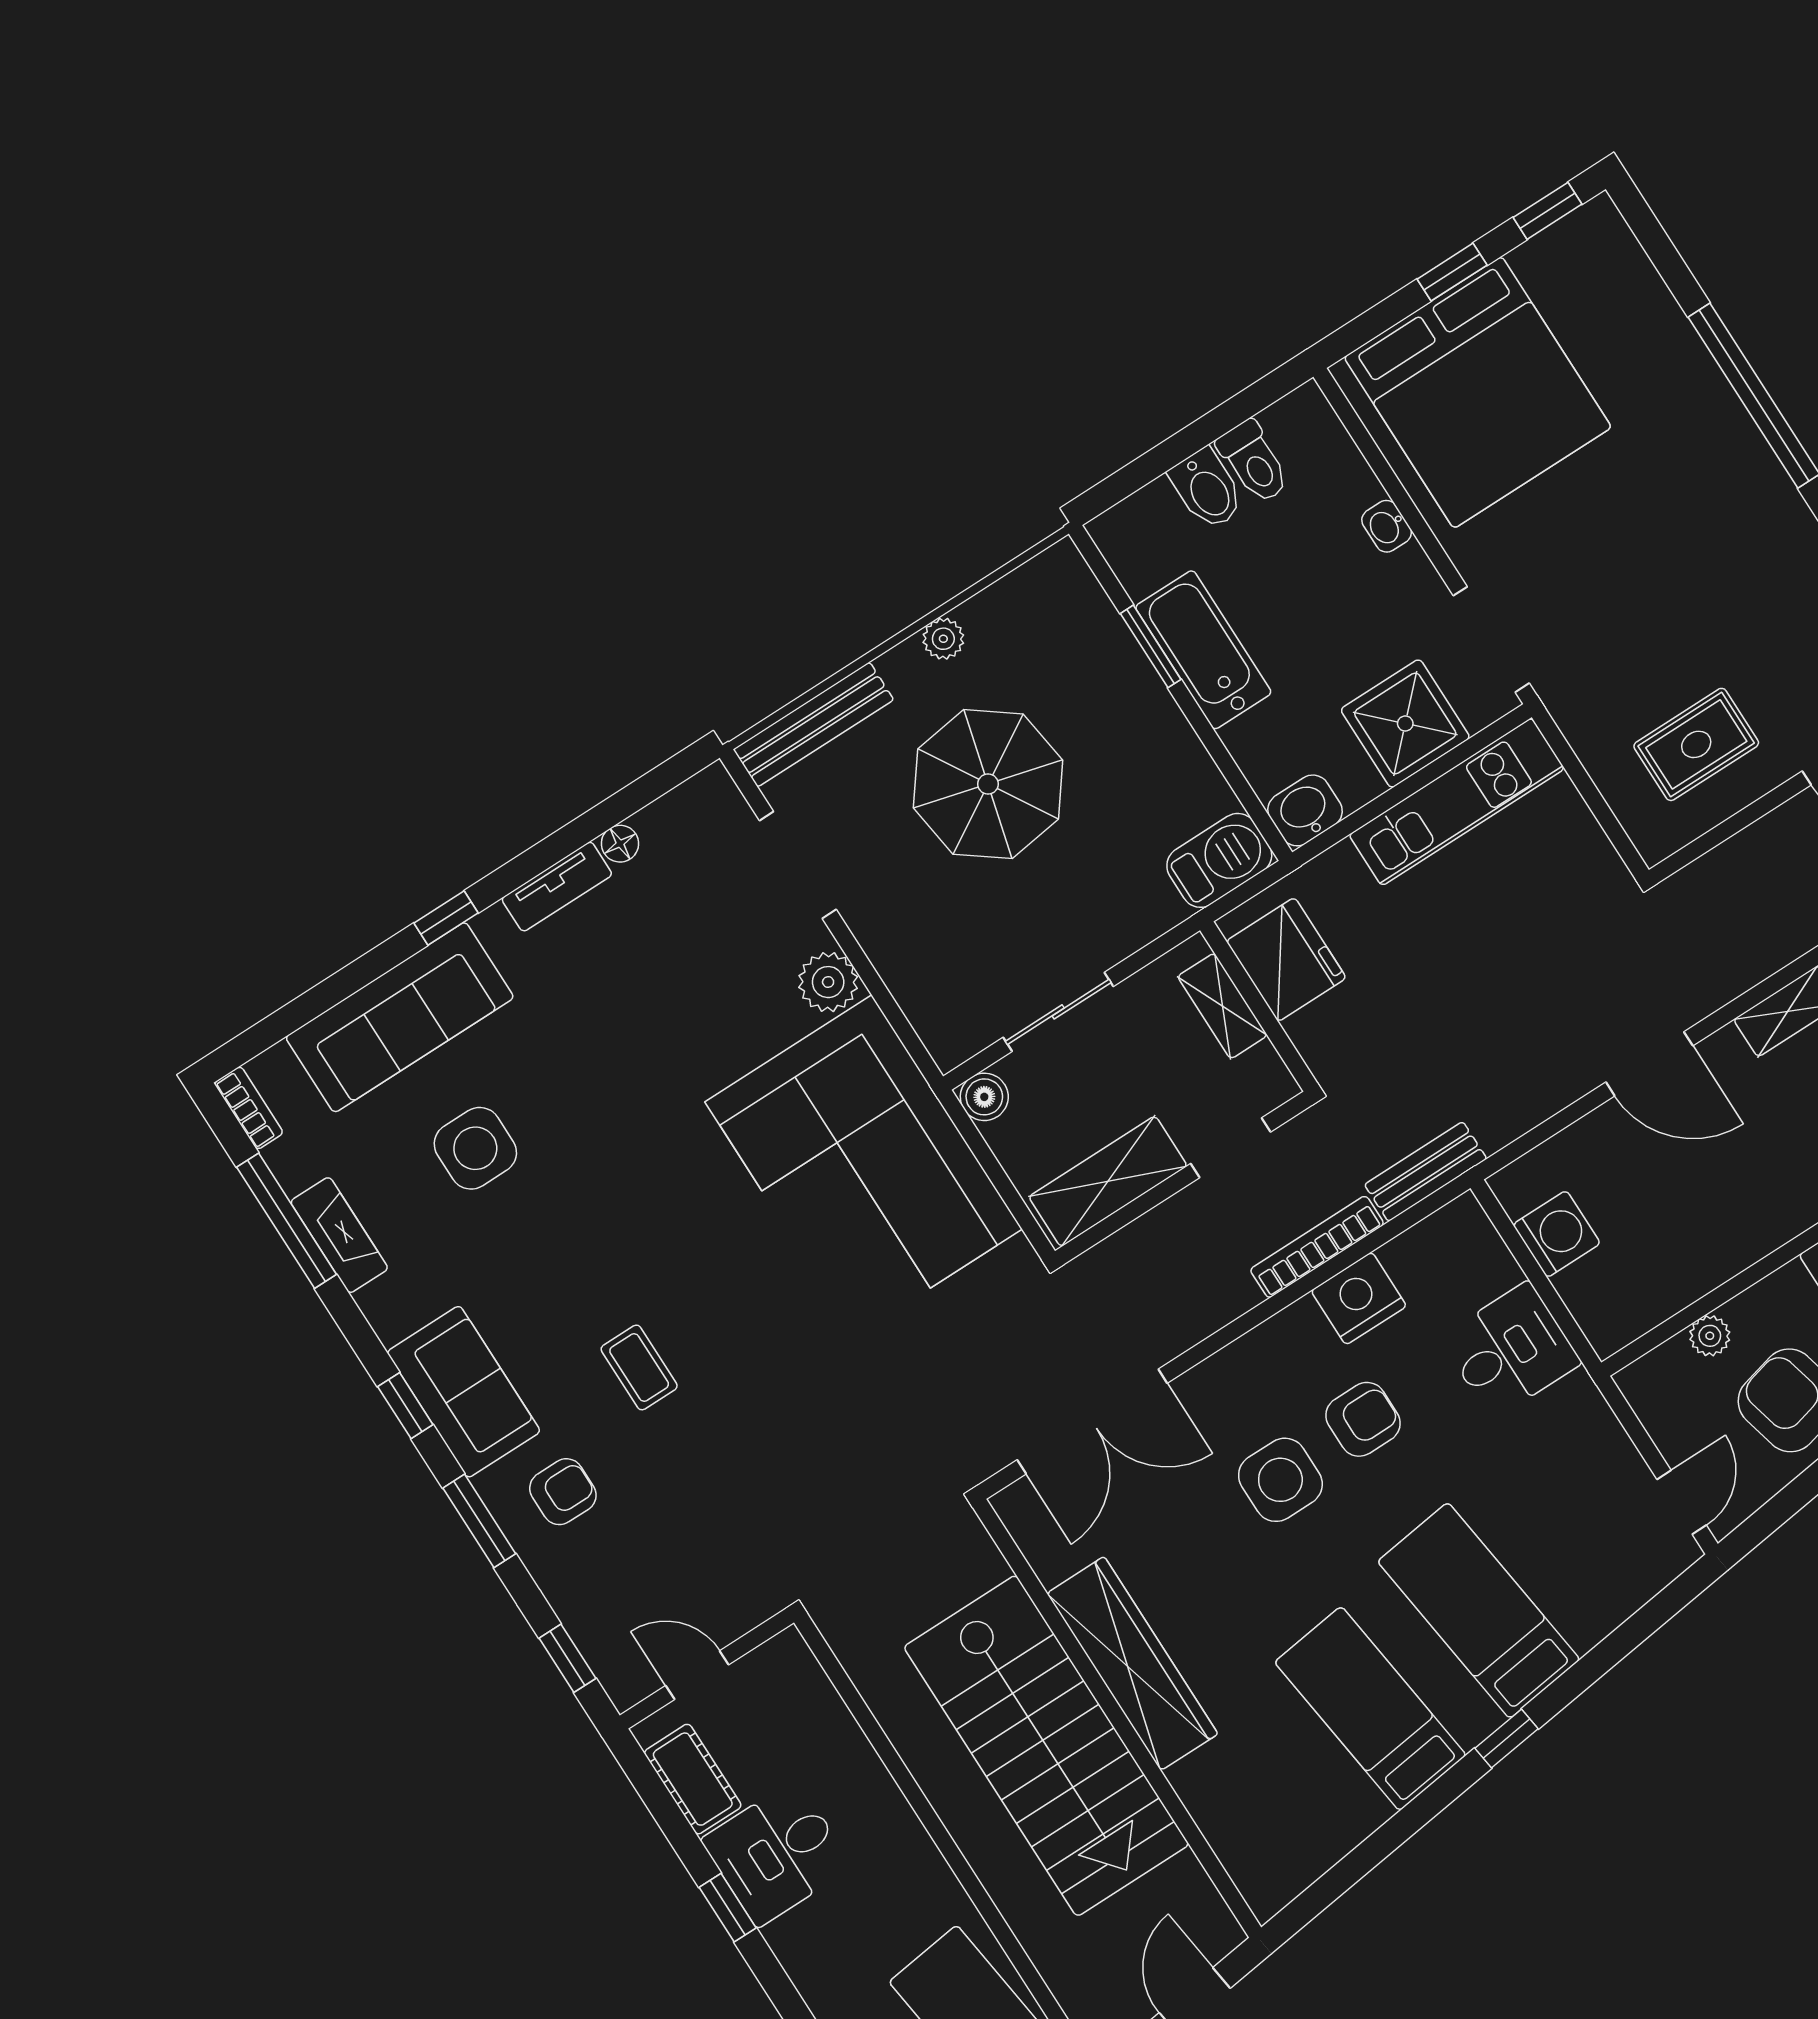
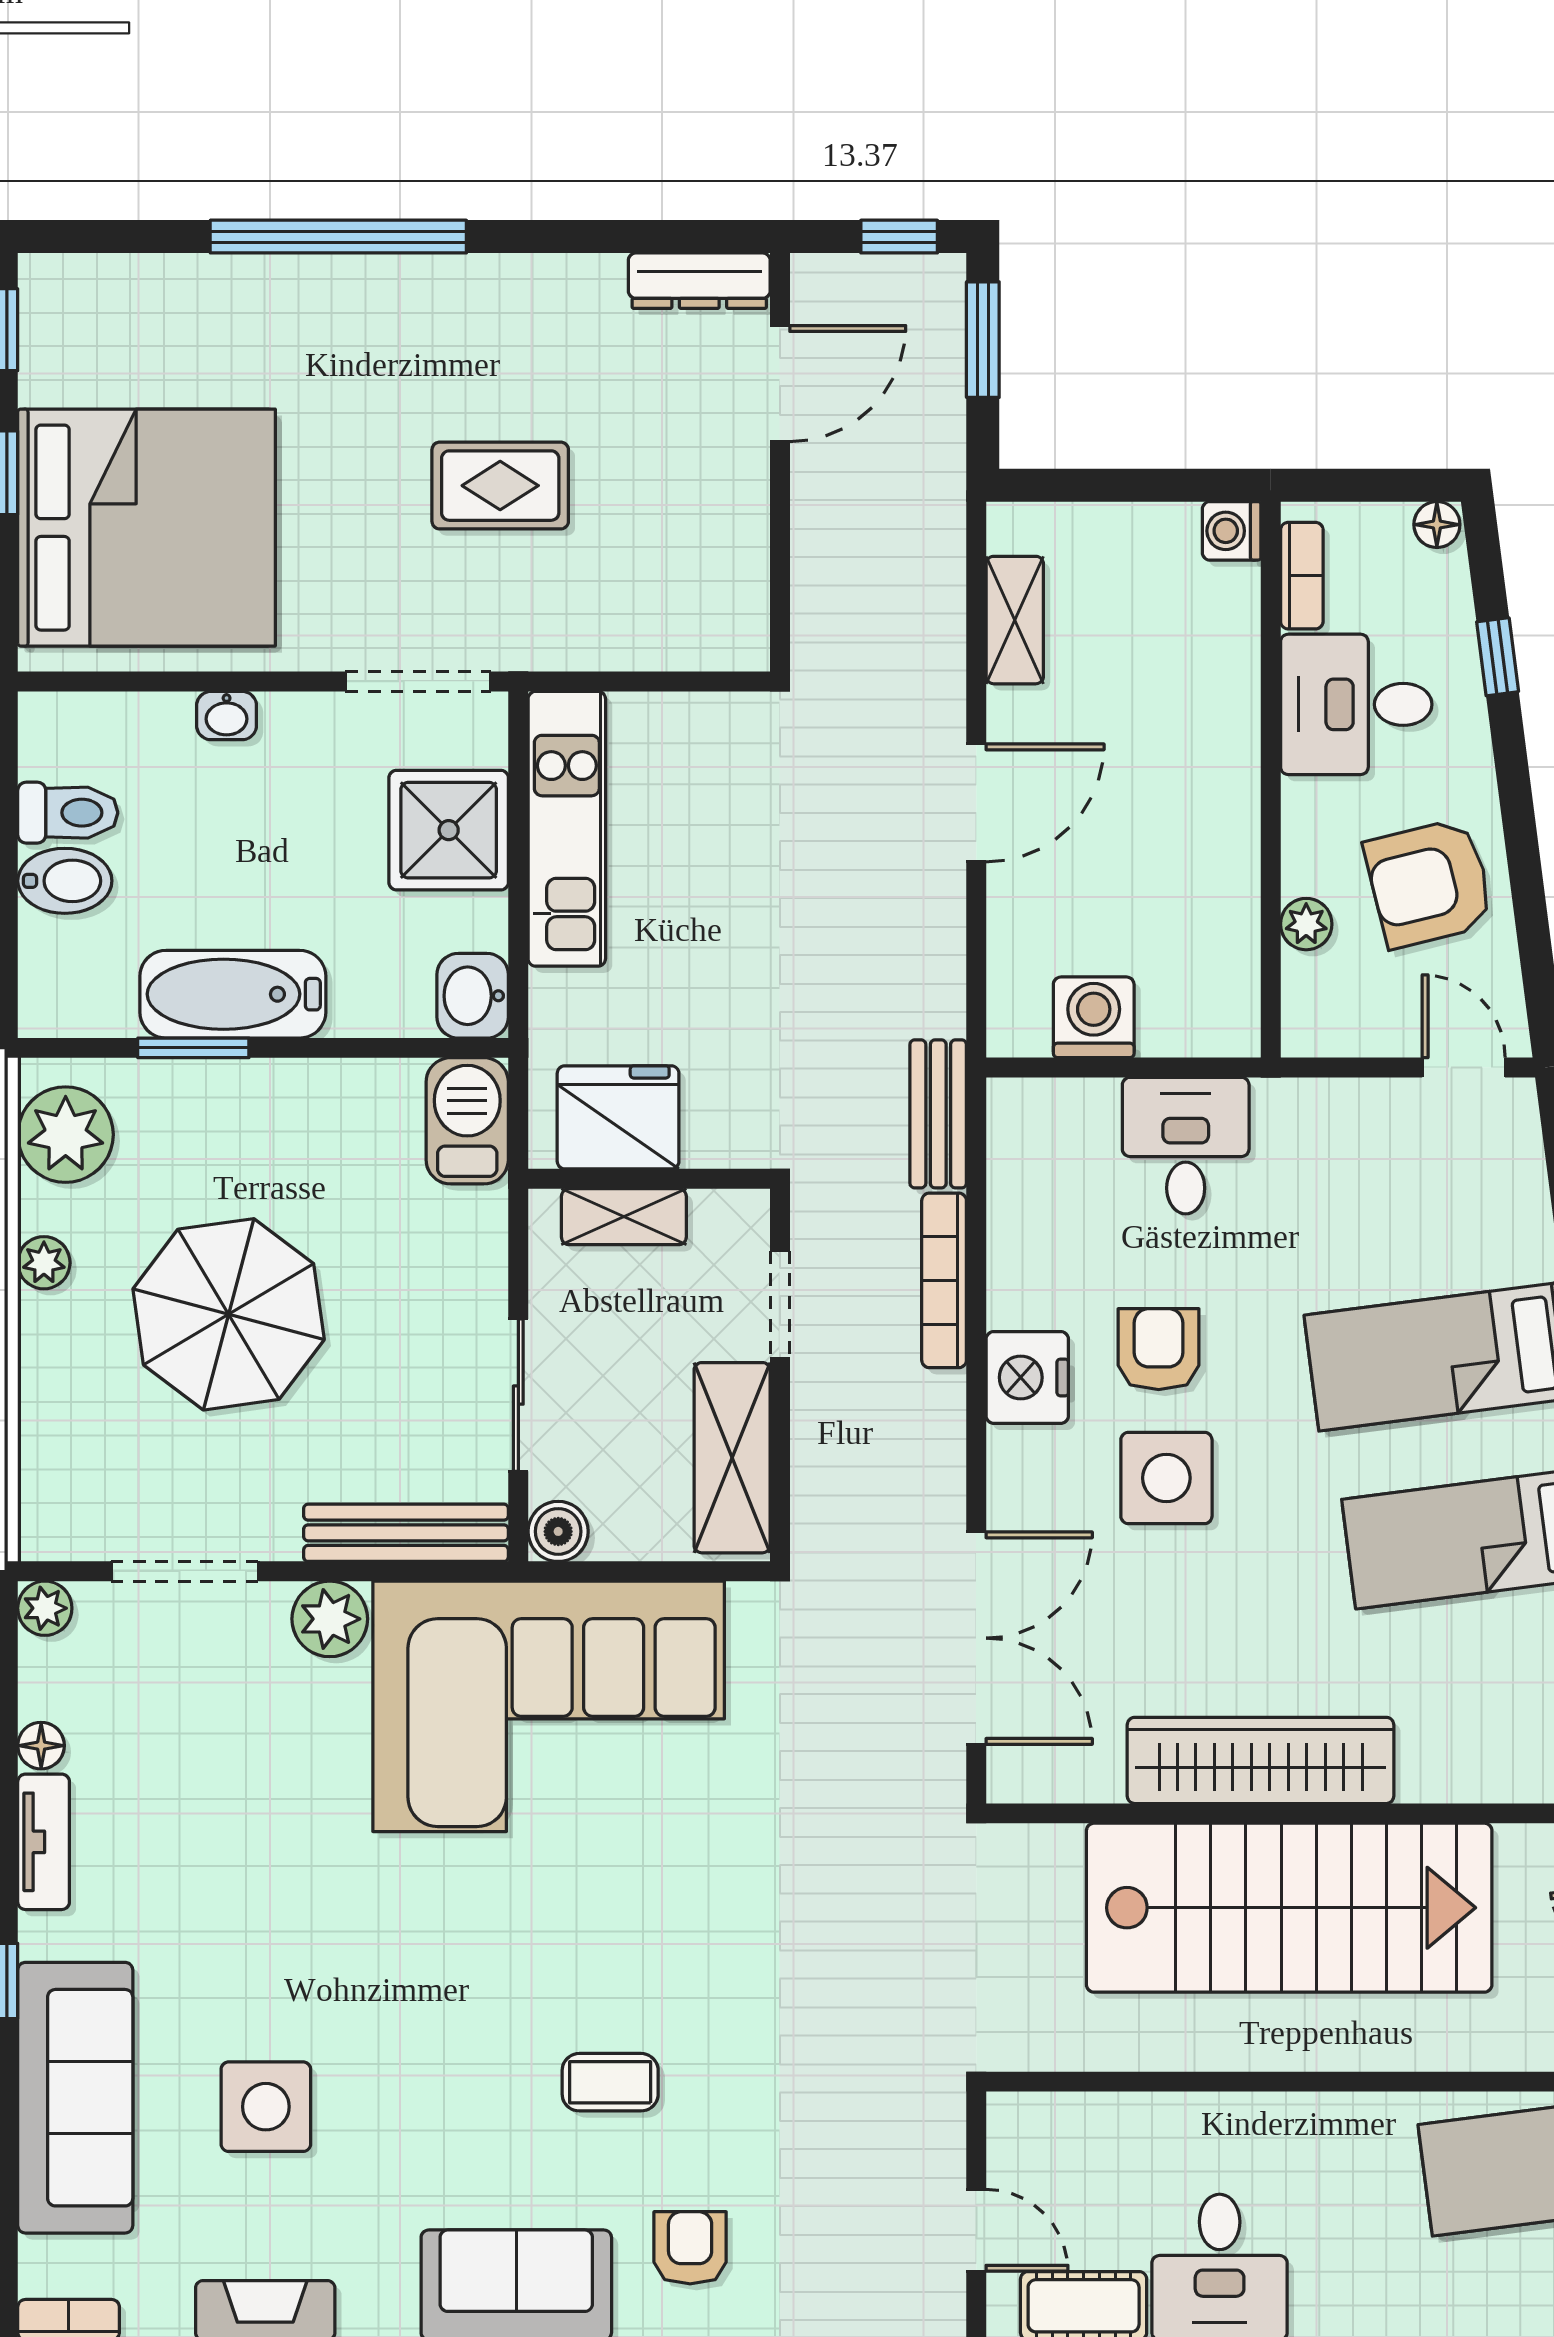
plant: (1038, 598) -> (66, 1135), added
bench: (813, 725) -> (406, 1533), moved, turned 90
rug: (1696, 744) -> (500, 486), moved, turned 90
plant: (713, 787) -> (45, 1608), added
nightstand: (1359, 1298) -> (1027, 1377), moved
door: (697, 1675) -> (976, 2230), swing flipped

